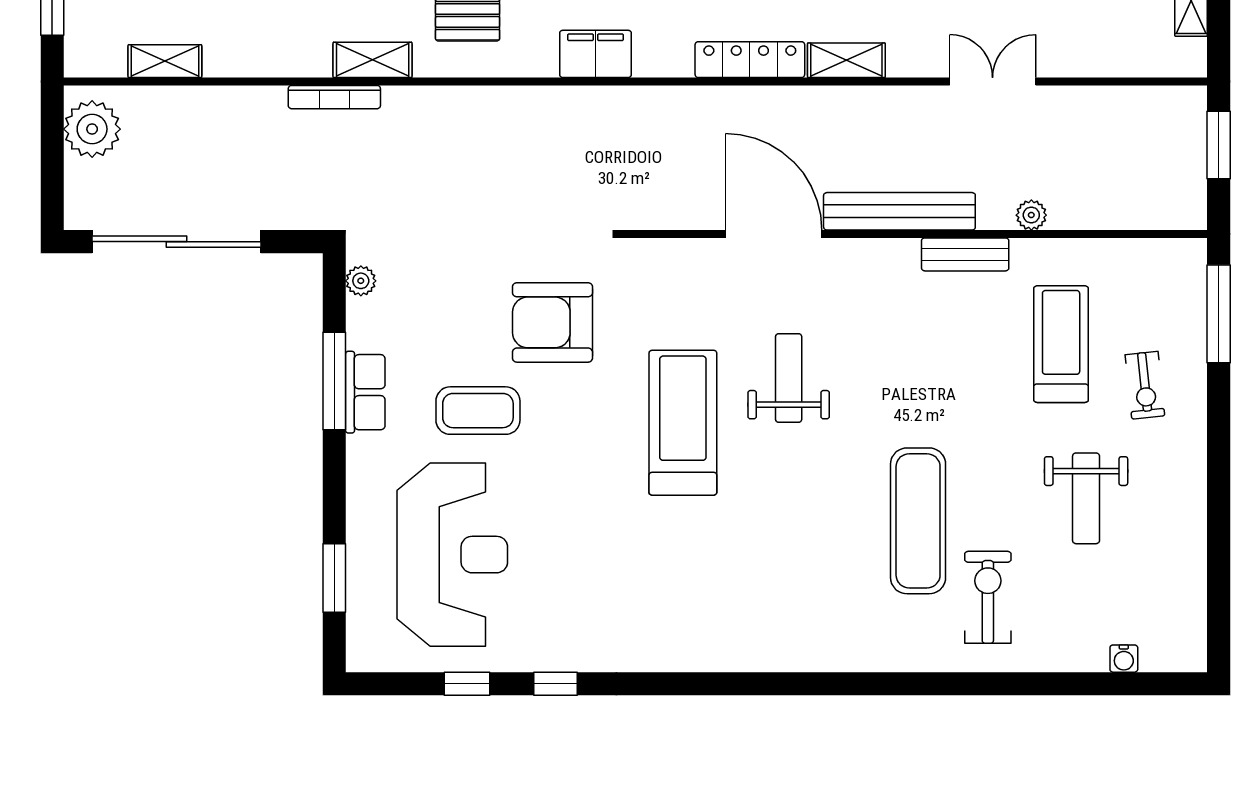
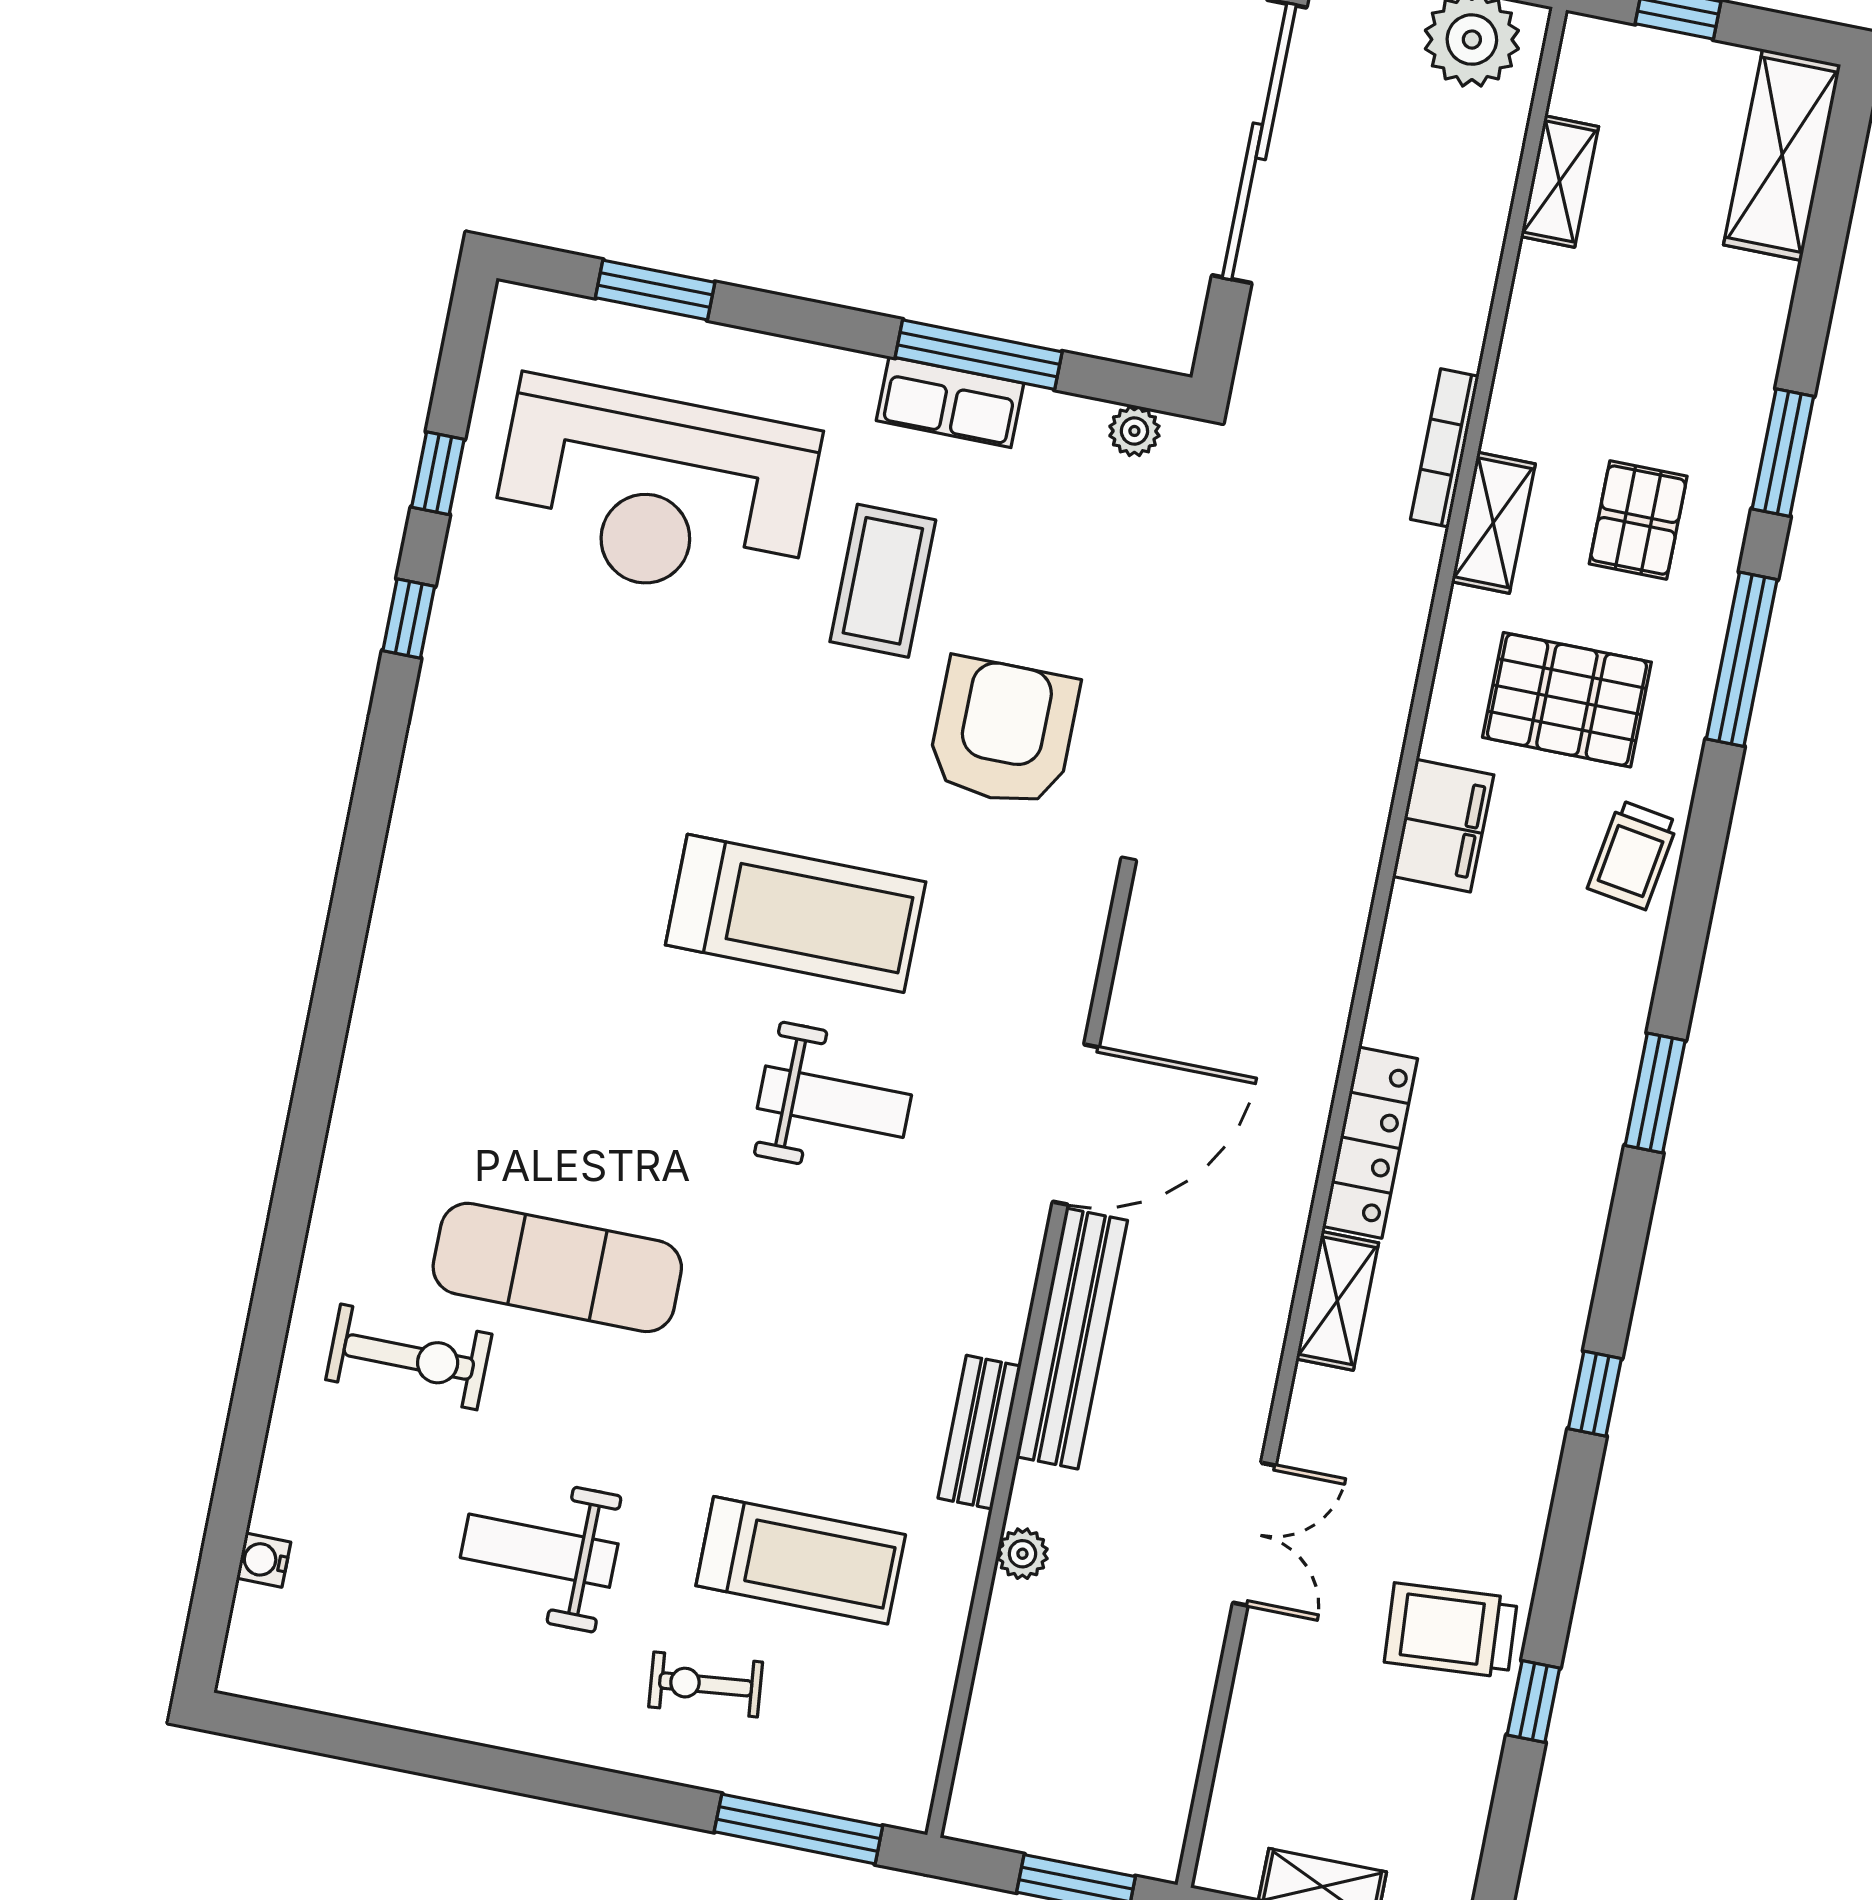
filing cabinet: (595, 54) -> (1443, 826), moved

